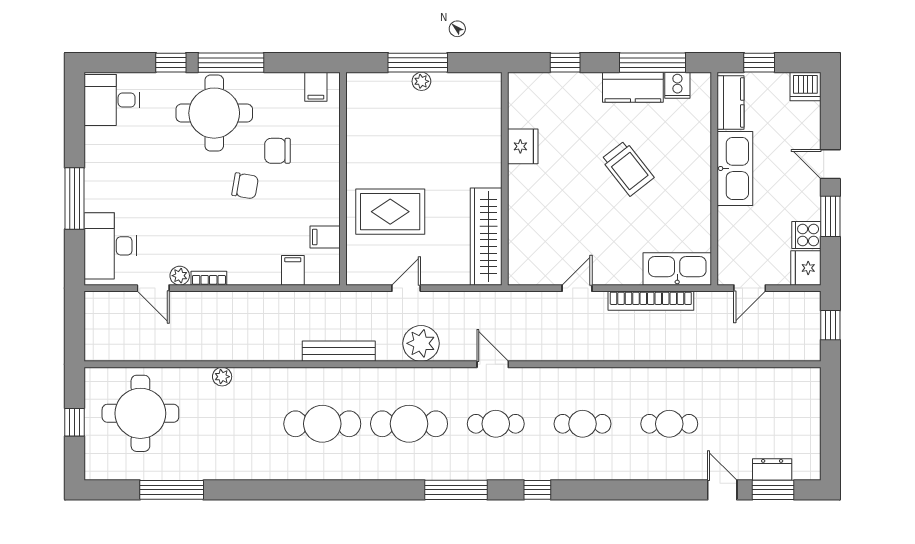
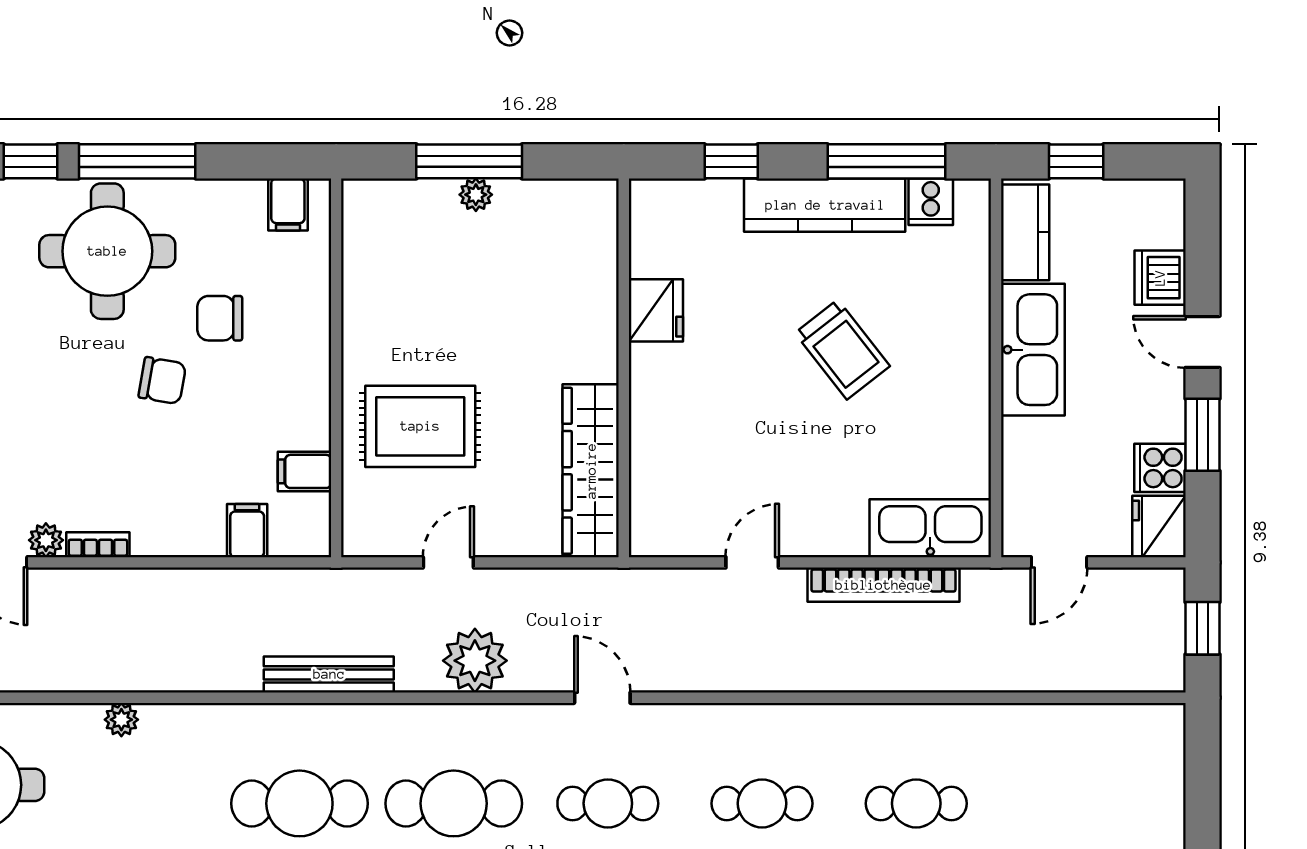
dishwasher: (805, 86) -> (1160, 278), moved, turned 90
kitchen counter: (633, 87) -> (825, 205), width x1.50

